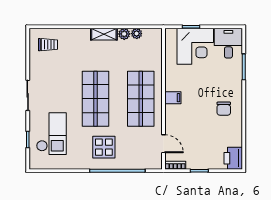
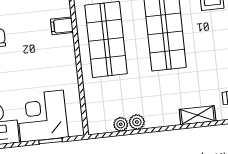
shelving: (104, 34) -> (198, 115), moved
filing cabinet: (173, 98) -> (62, 26), moved

